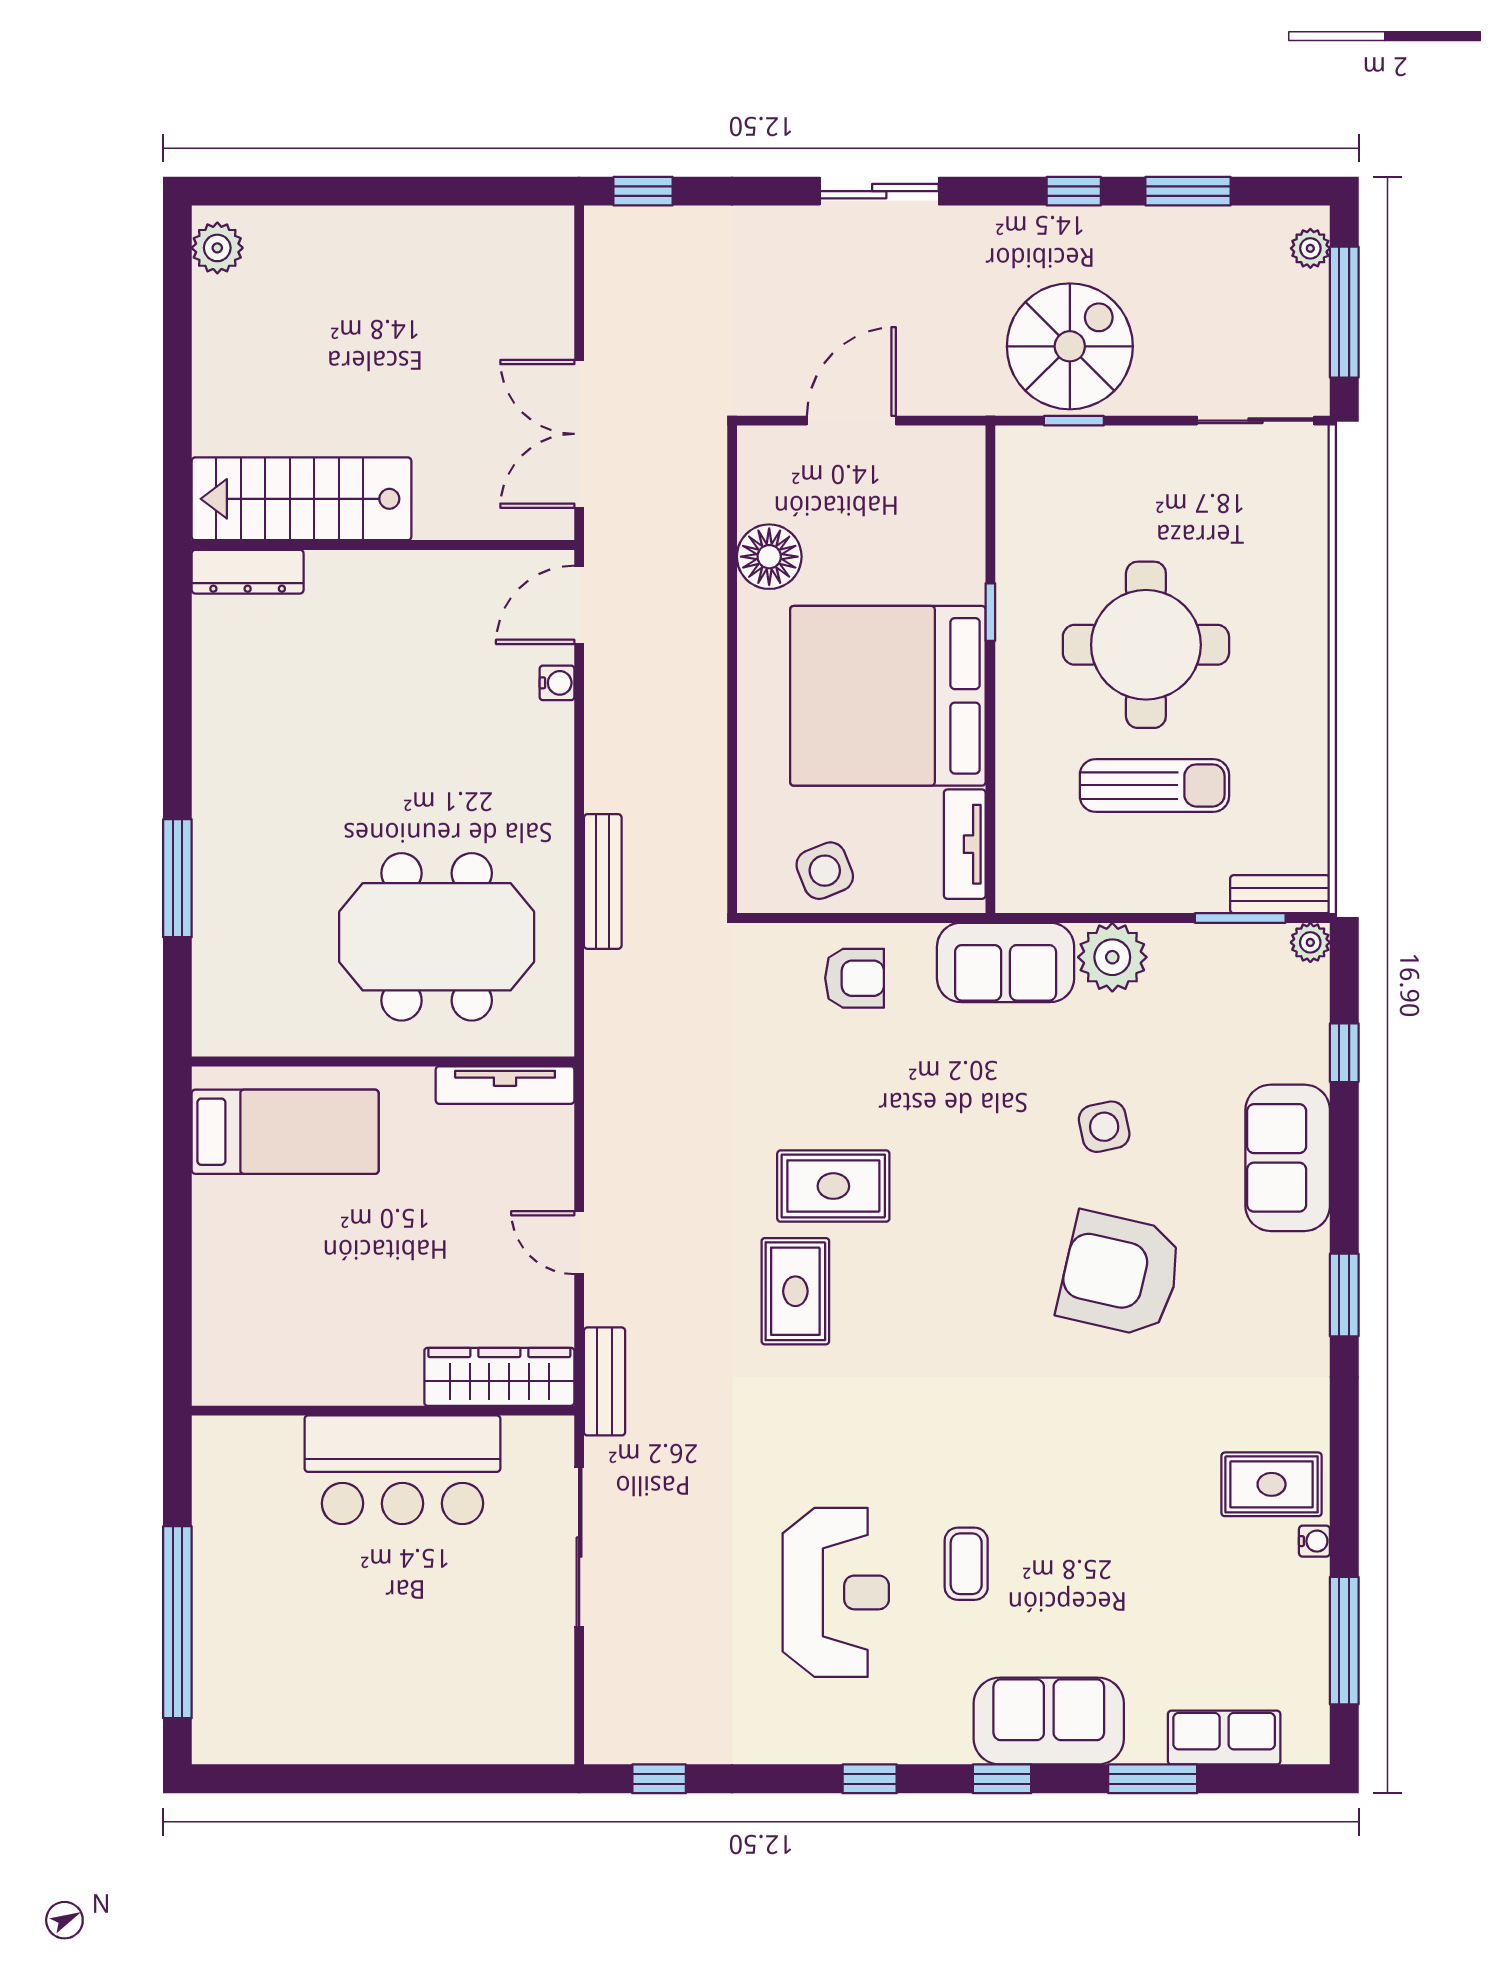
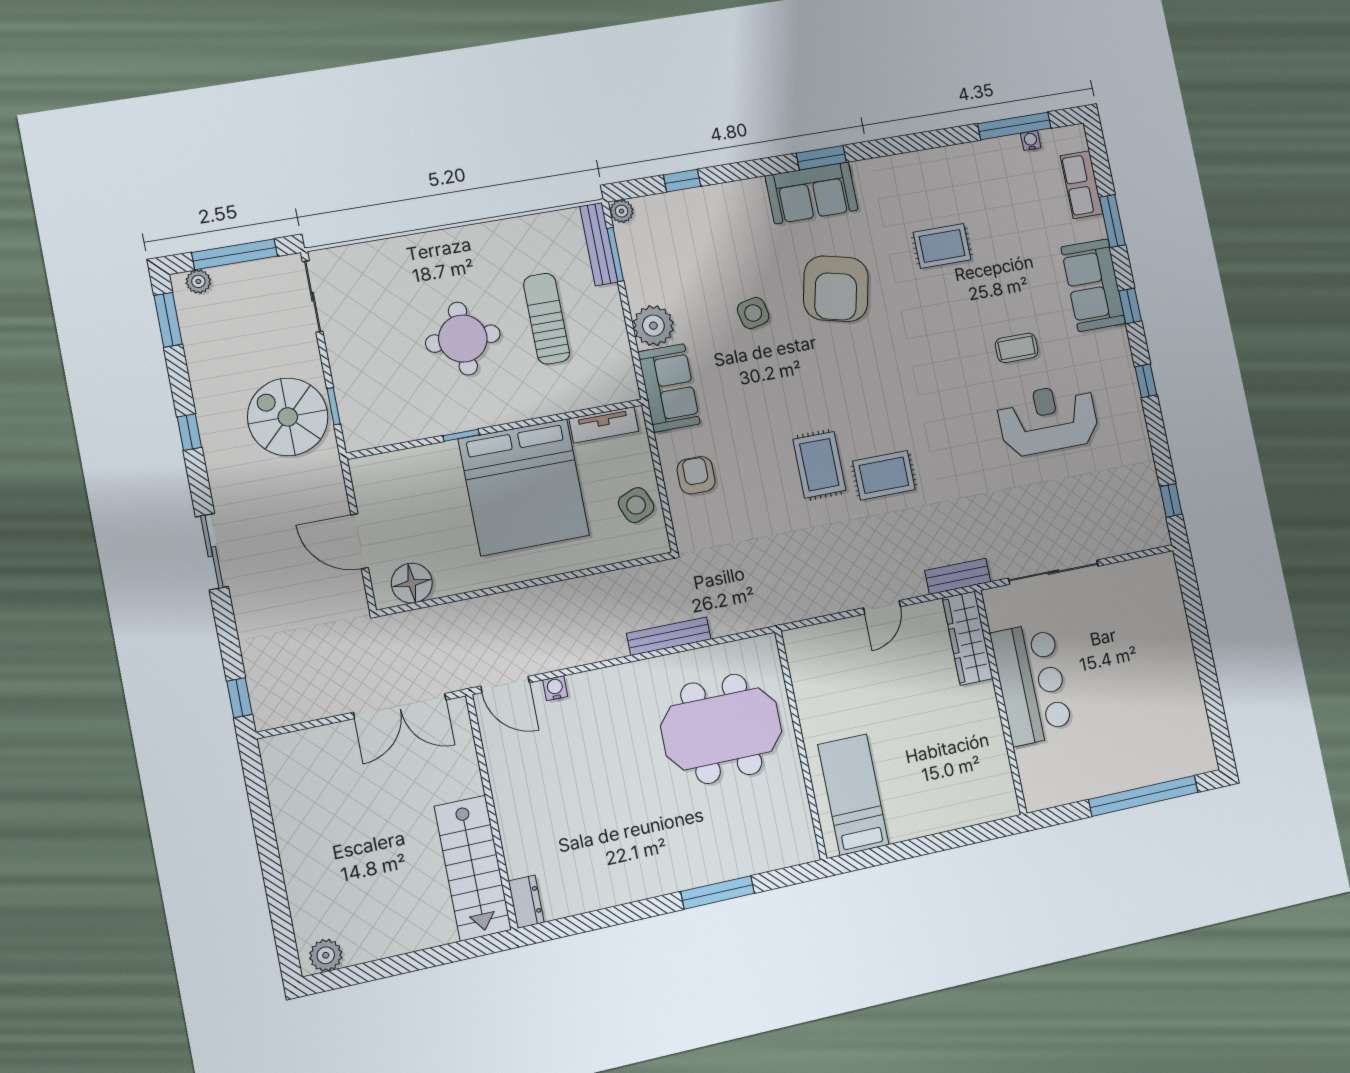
window: (1188, 191) -> (168, 320), moved
floor lamp: (769, 557) -> (412, 583), moved
dresser: (248, 572) -> (526, 902), width x0.70
round table: (1146, 645) -> (463, 339), width x0.73, depth x0.73
bench: (1280, 894) -> (599, 244), width x1.36
meeting table: (437, 937) -> (721, 729), turned 90
tv unit: (505, 1085) -> (800, 670), removed
sofa: (1288, 1158) -> (812, 193), moved
rug: (1272, 1484) -> (942, 246), moved, turned 90
water cooler: (1314, 1541) -> (1031, 141), moved

